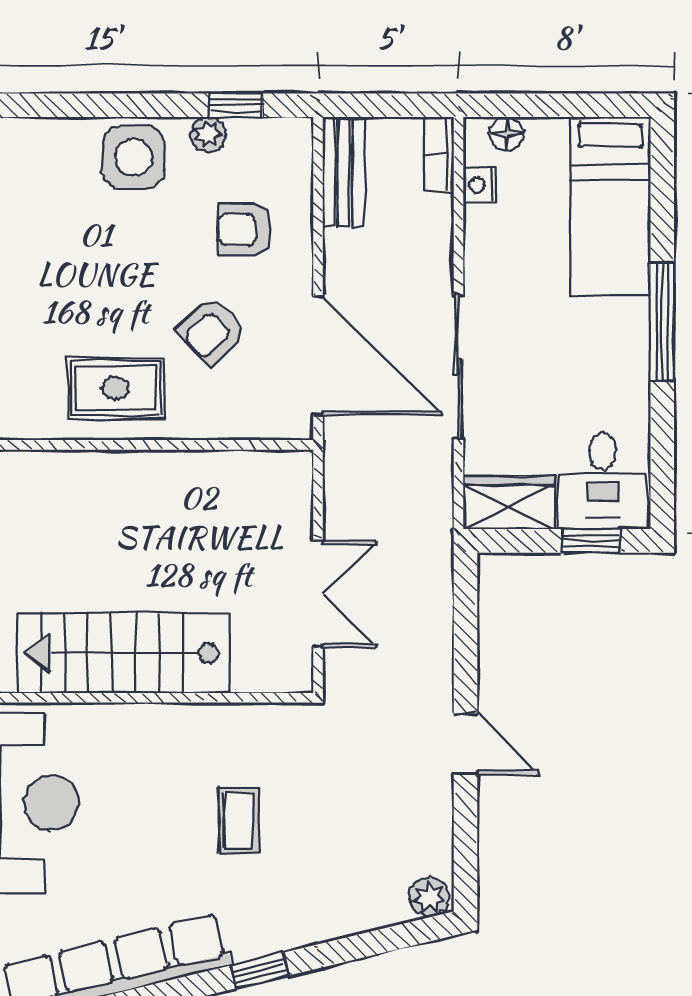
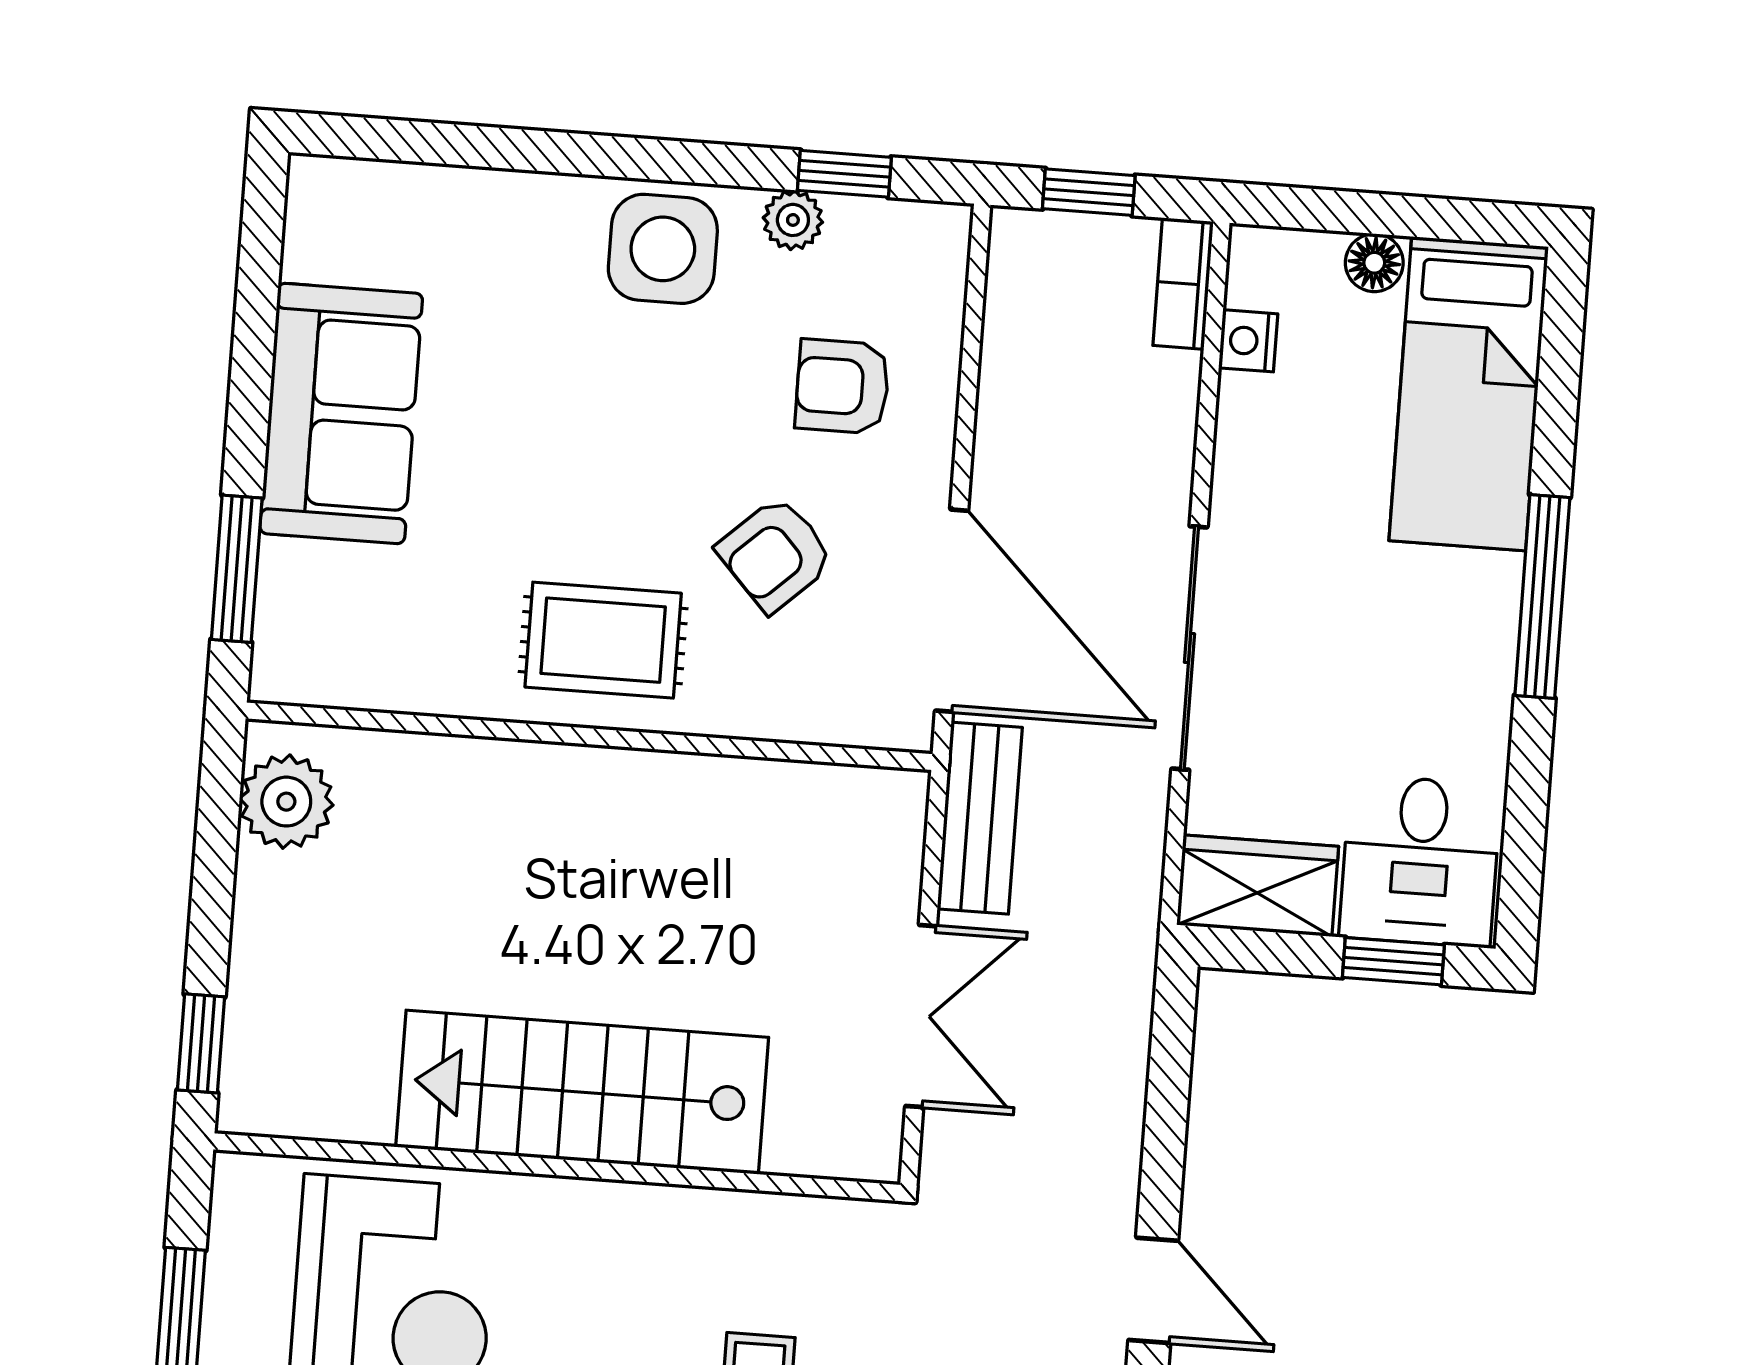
window: (380, 105) -> (1089, 192), added
floor lamp: (507, 134) -> (1374, 263), moved
bench: (344, 172) -> (980, 818), moved

